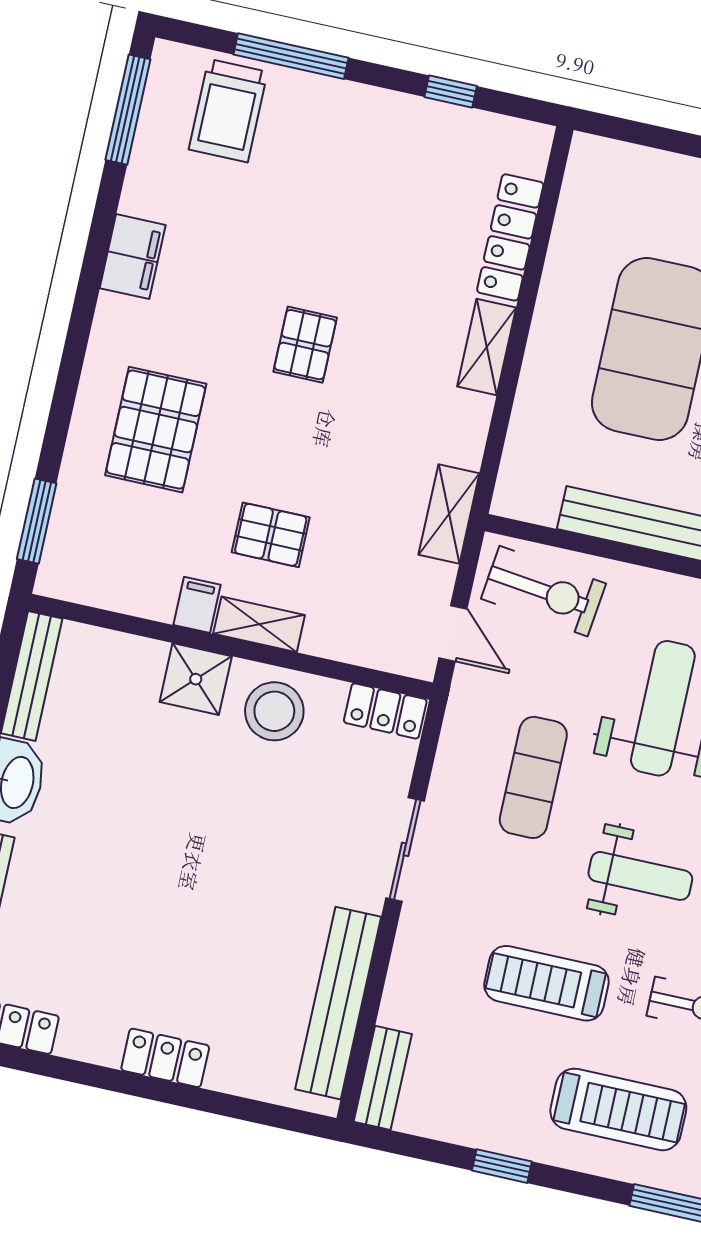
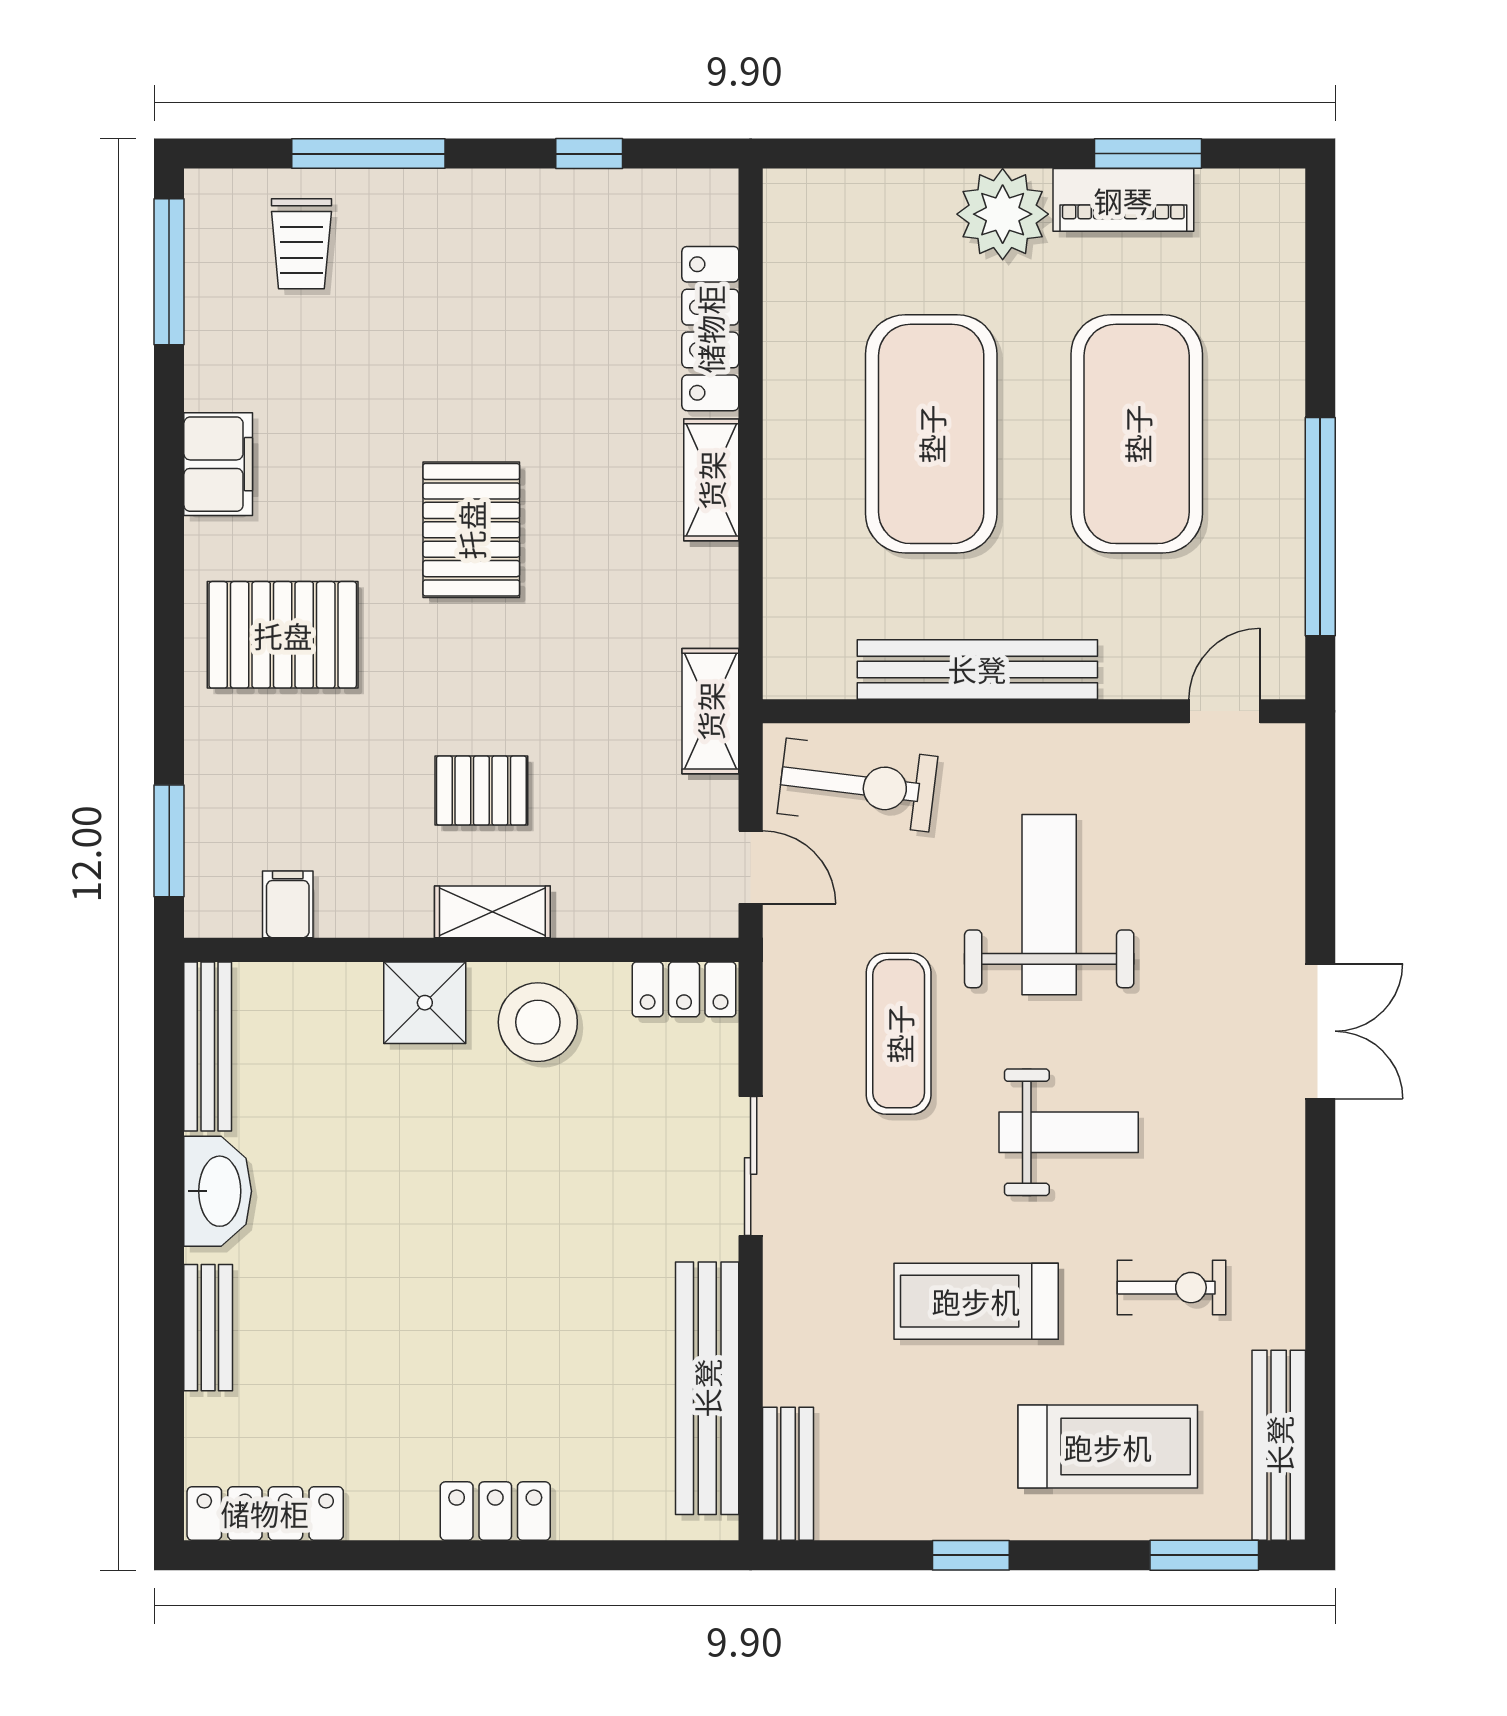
trolley: (228, 111) -> (301, 244), width x0.73, depth x0.72
pallet: (305, 345) -> (471, 530), width x1.50, depth x1.42
pallet: (156, 430) -> (283, 635), moved, turned 90
filing cabinet: (197, 605) -> (288, 904), moved

